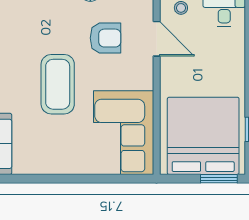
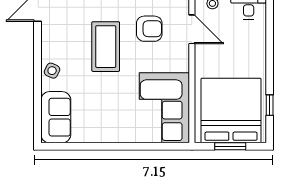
coffee table: (58, 84) -> (106, 47), moved
window: (219, 179) -> (230, 146), moved

